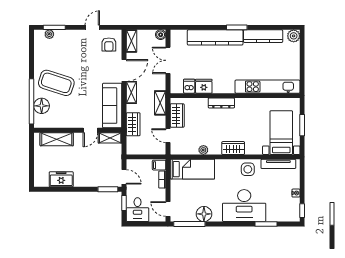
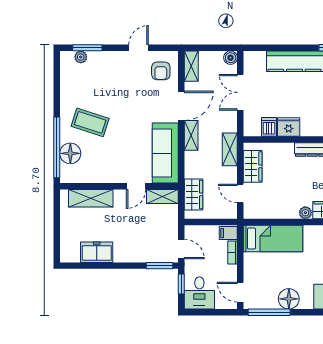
coffee table: (56, 83) -> (90, 122), width x0.73, depth x0.76
wardrobe: (133, 124) -> (193, 194), moved
plant: (203, 150) -> (305, 213), moved

